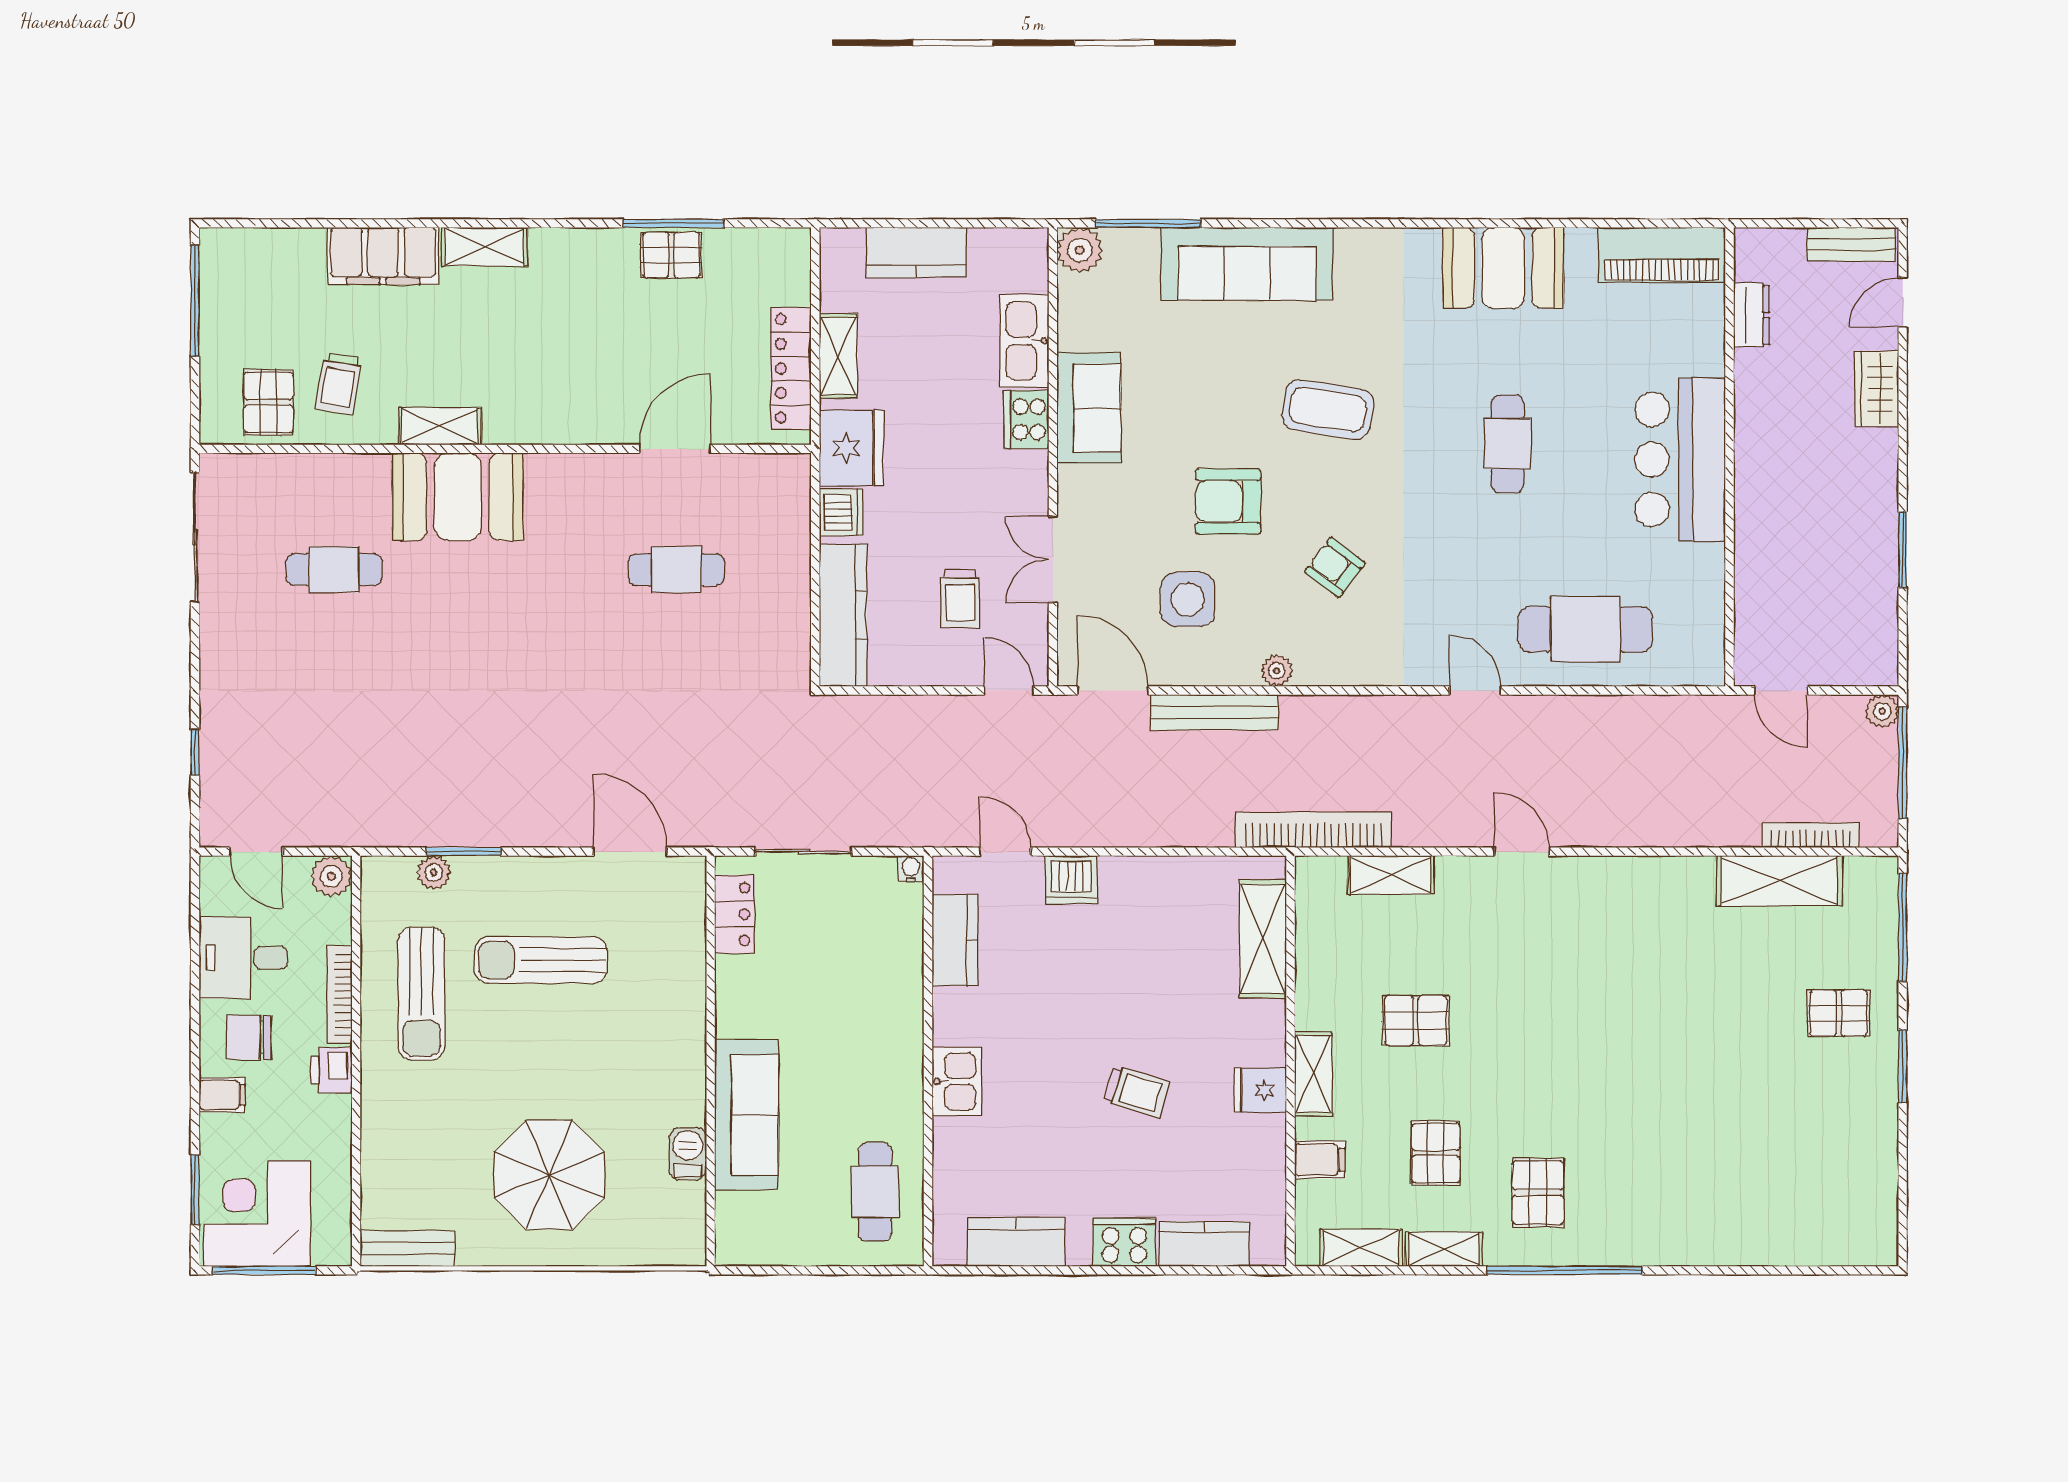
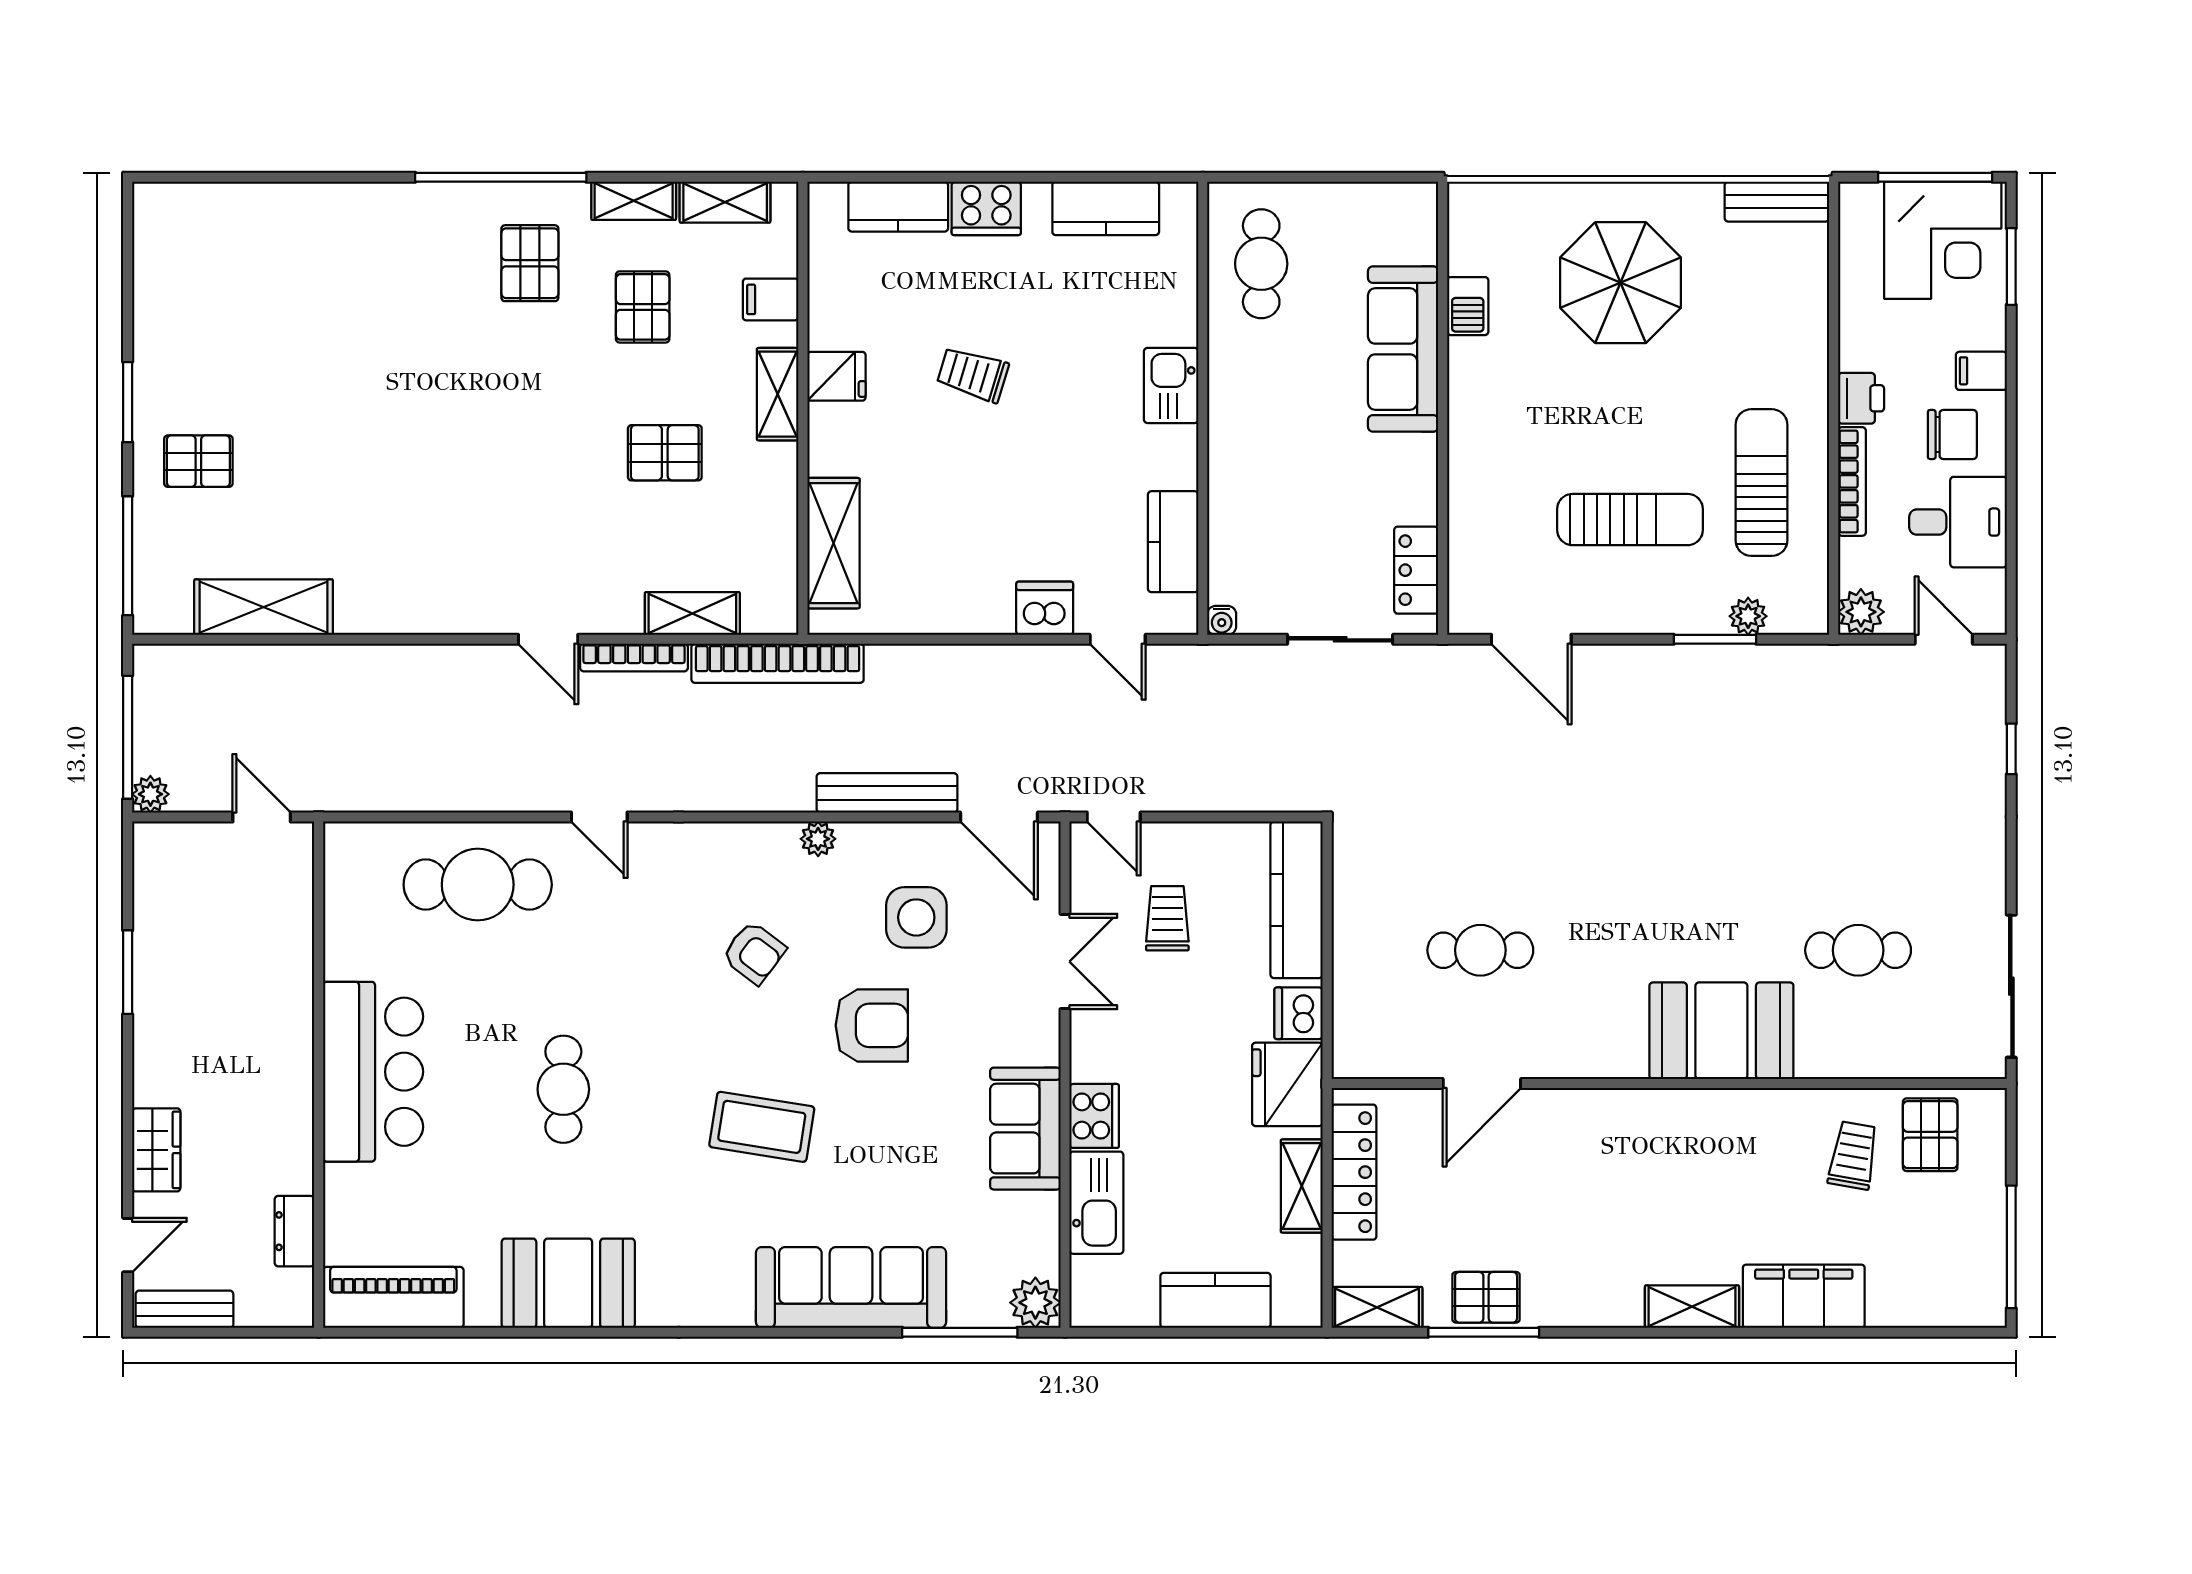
shelving: (440, 426) -> (1377, 1307), moved
bookcase: (1811, 835) -> (634, 658), moved

